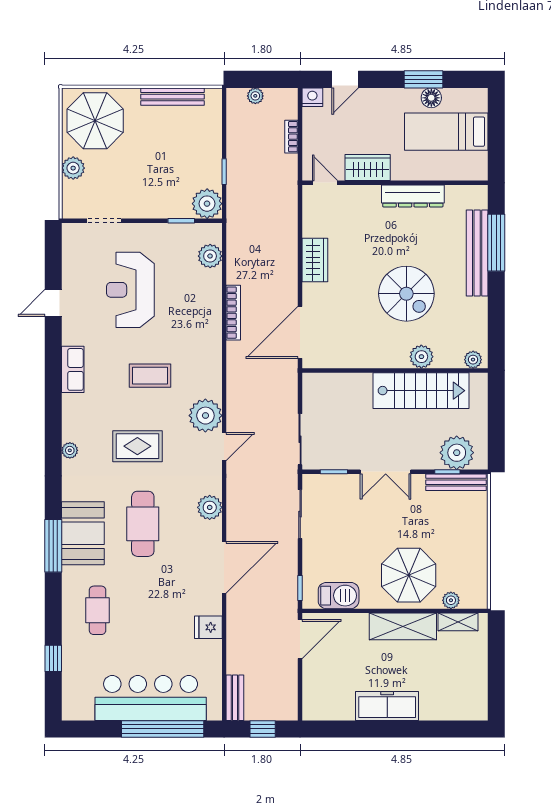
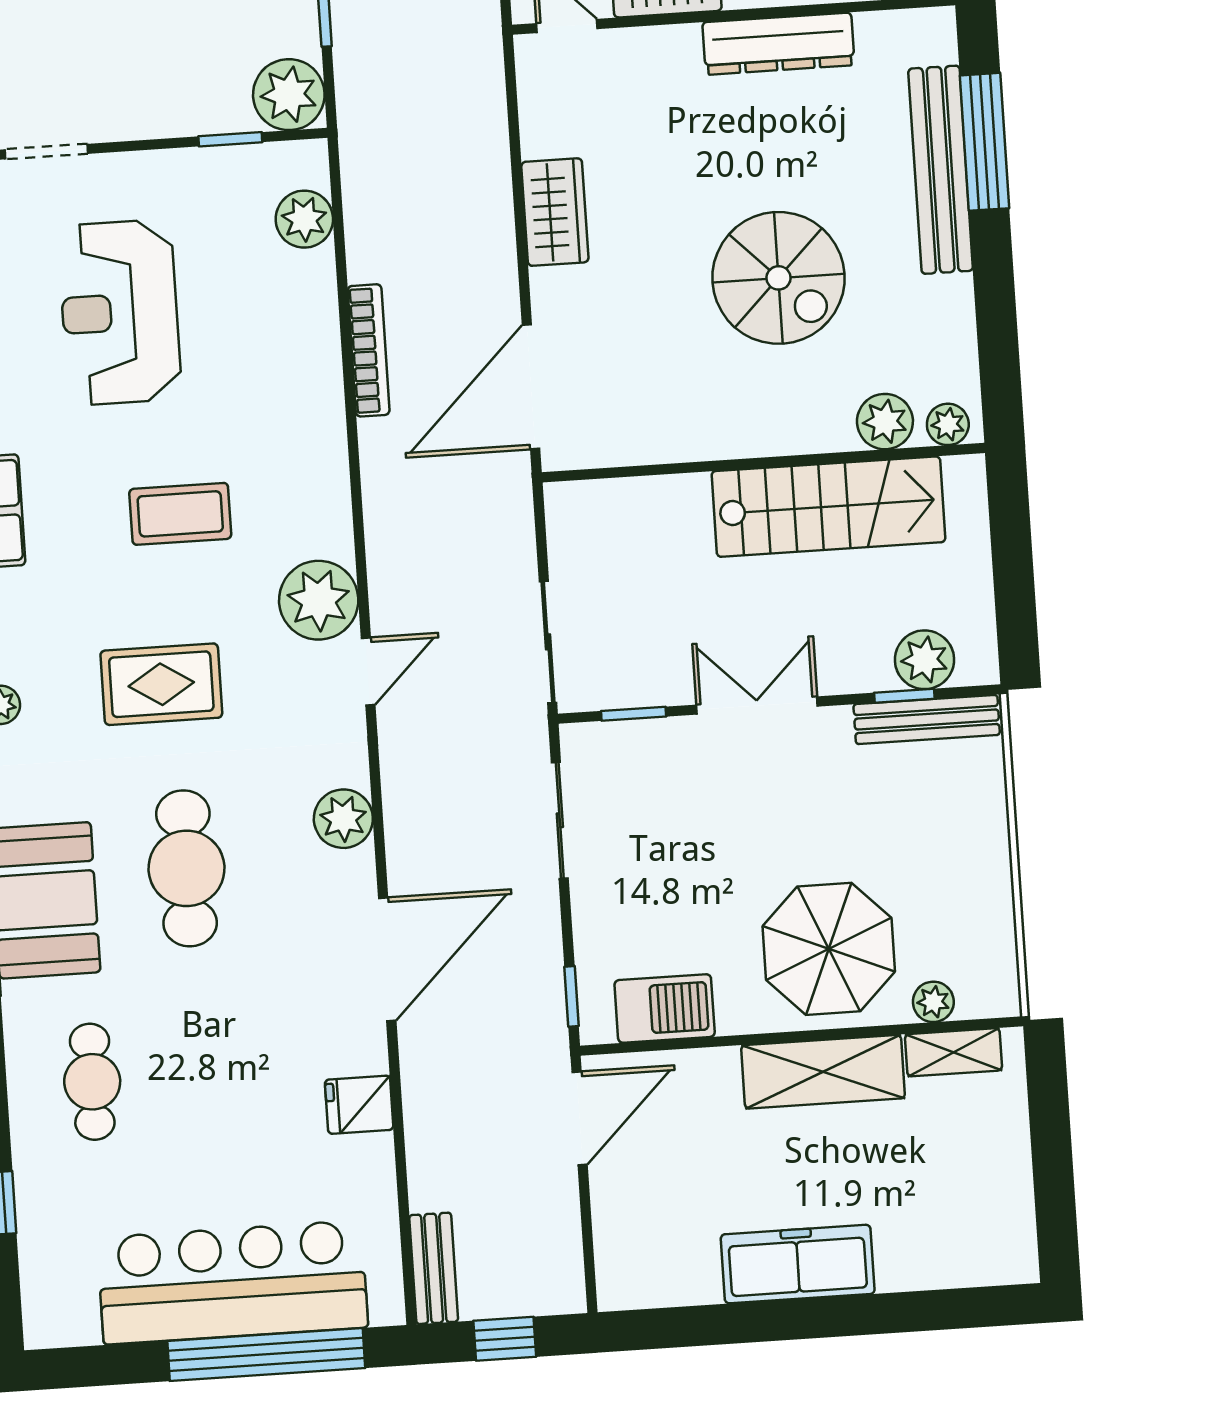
plant: (421, 357) -> (885, 422), moved
plant: (457, 453) -> (924, 660), width x0.73, depth x0.73
double door: (386, 472) -> (757, 706), swing flipped

